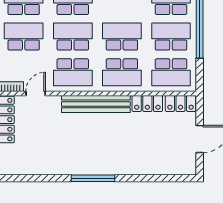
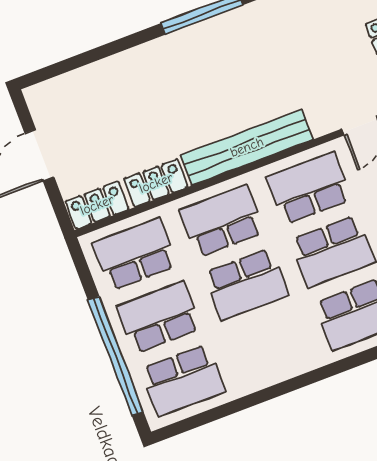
school desk: (171, 37) -> (159, 317), turned 180

